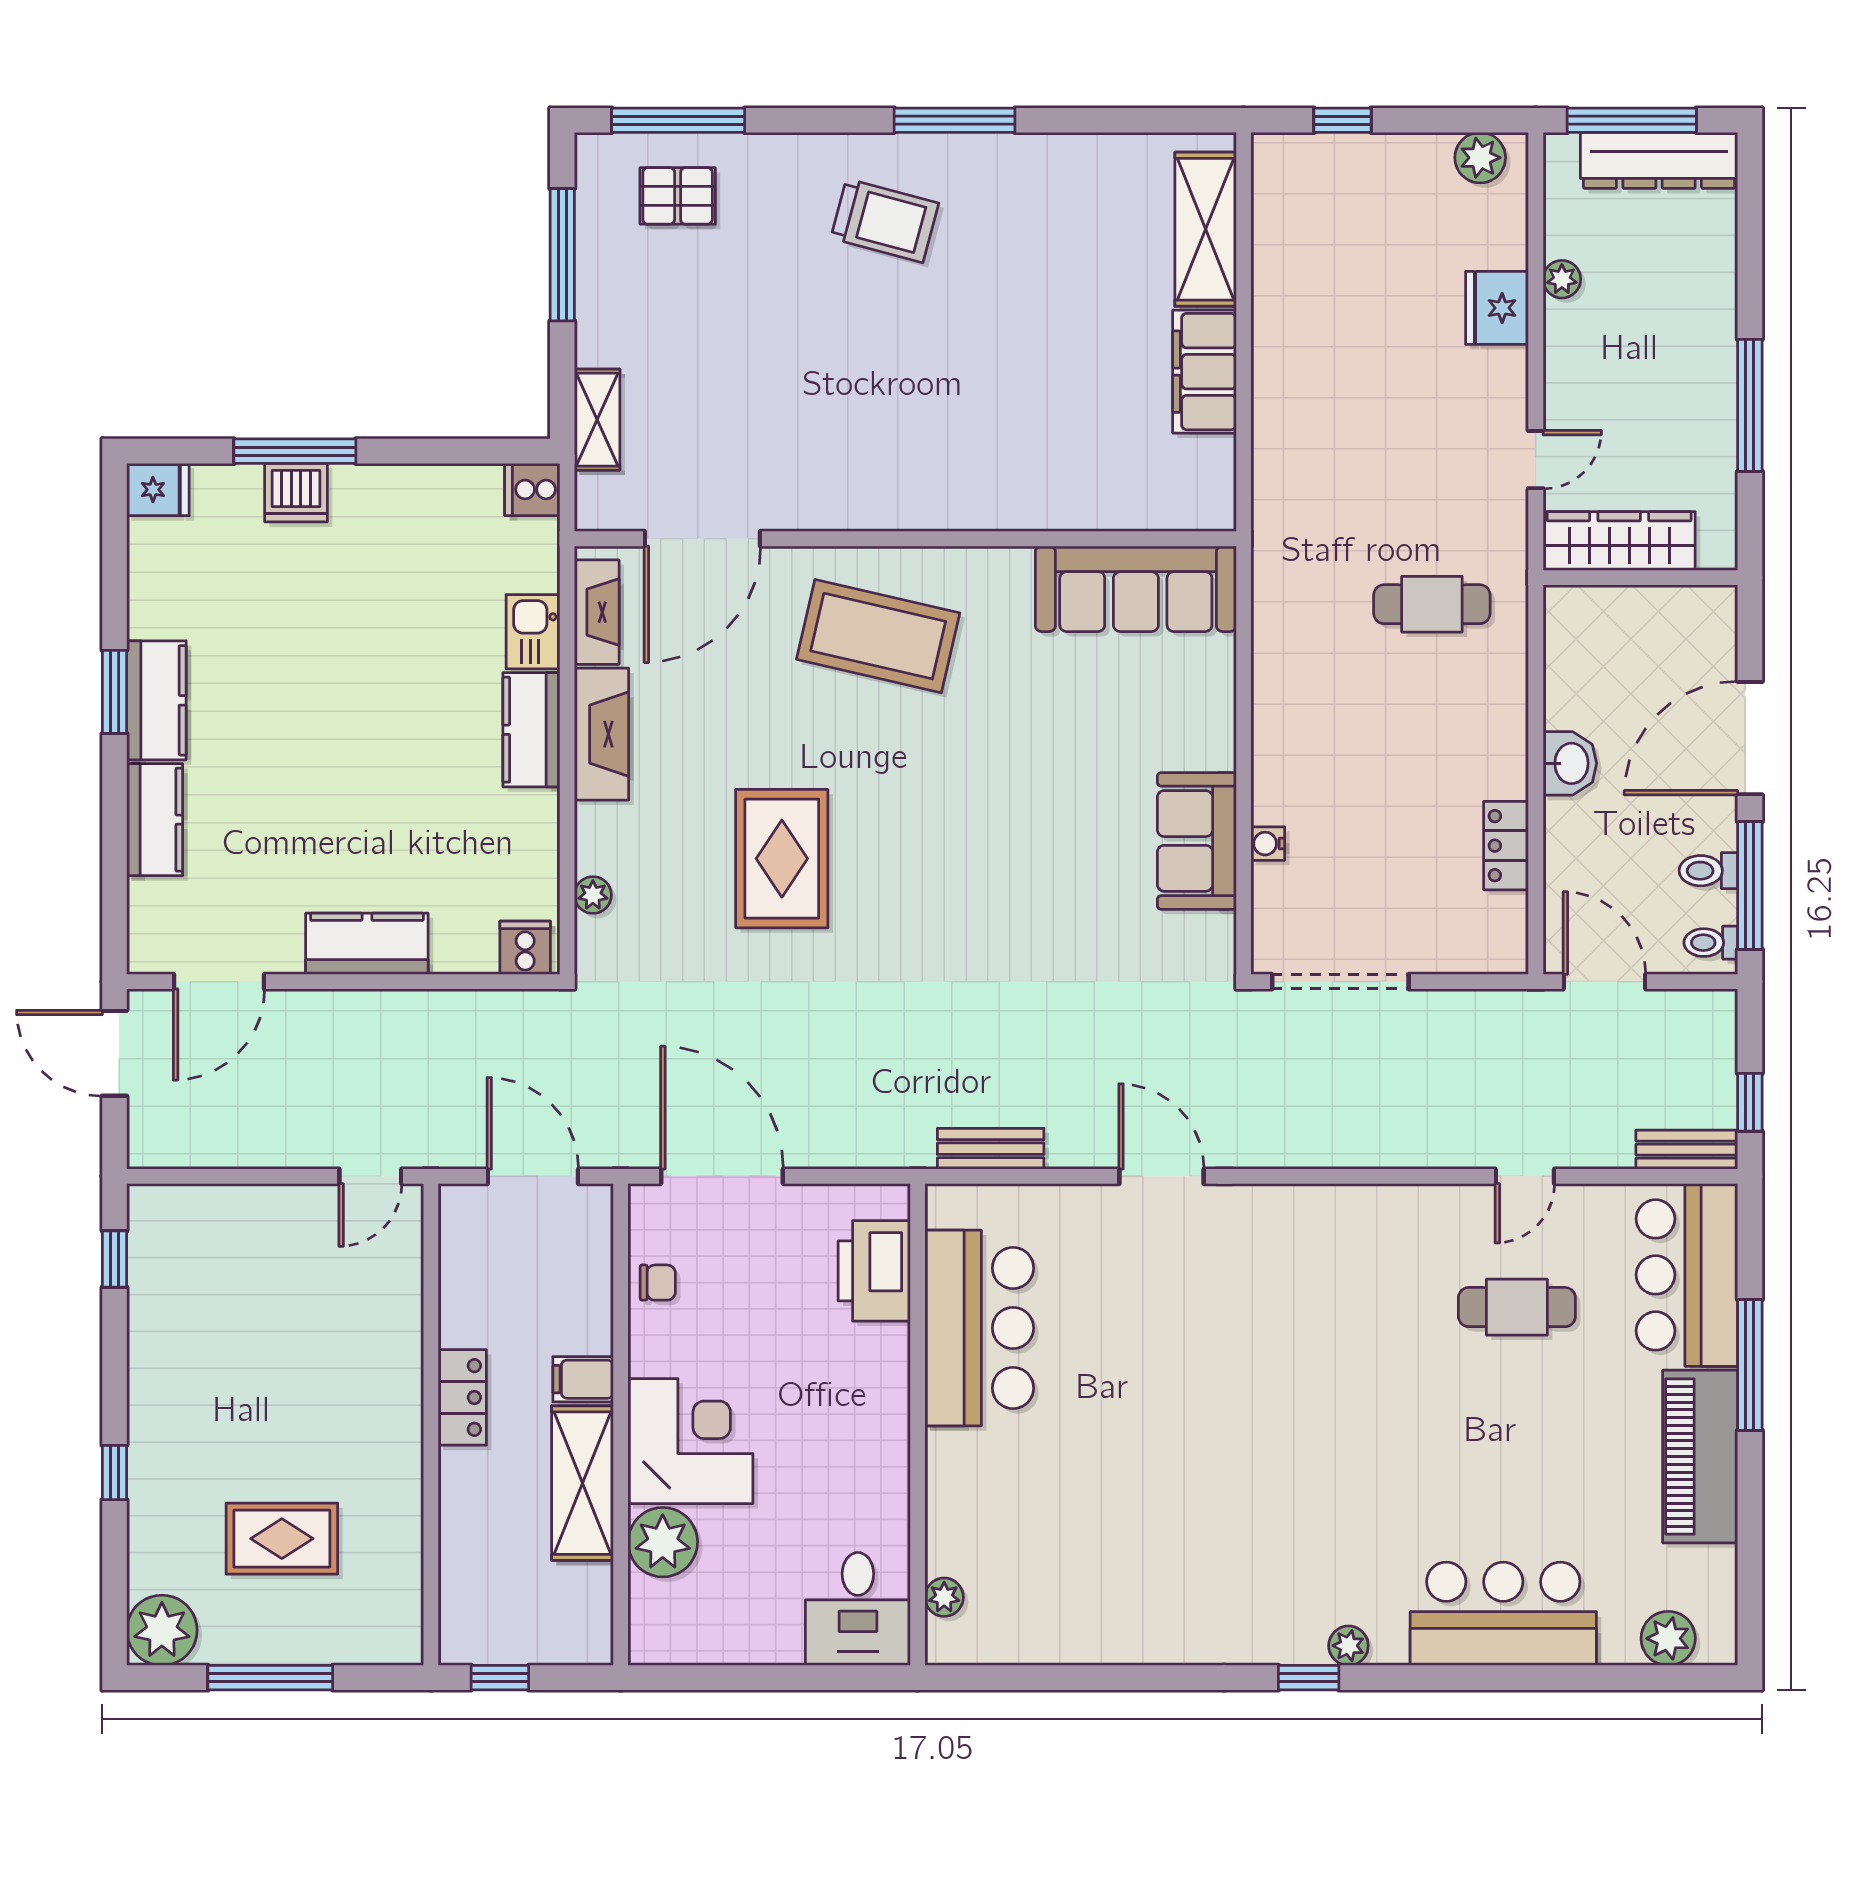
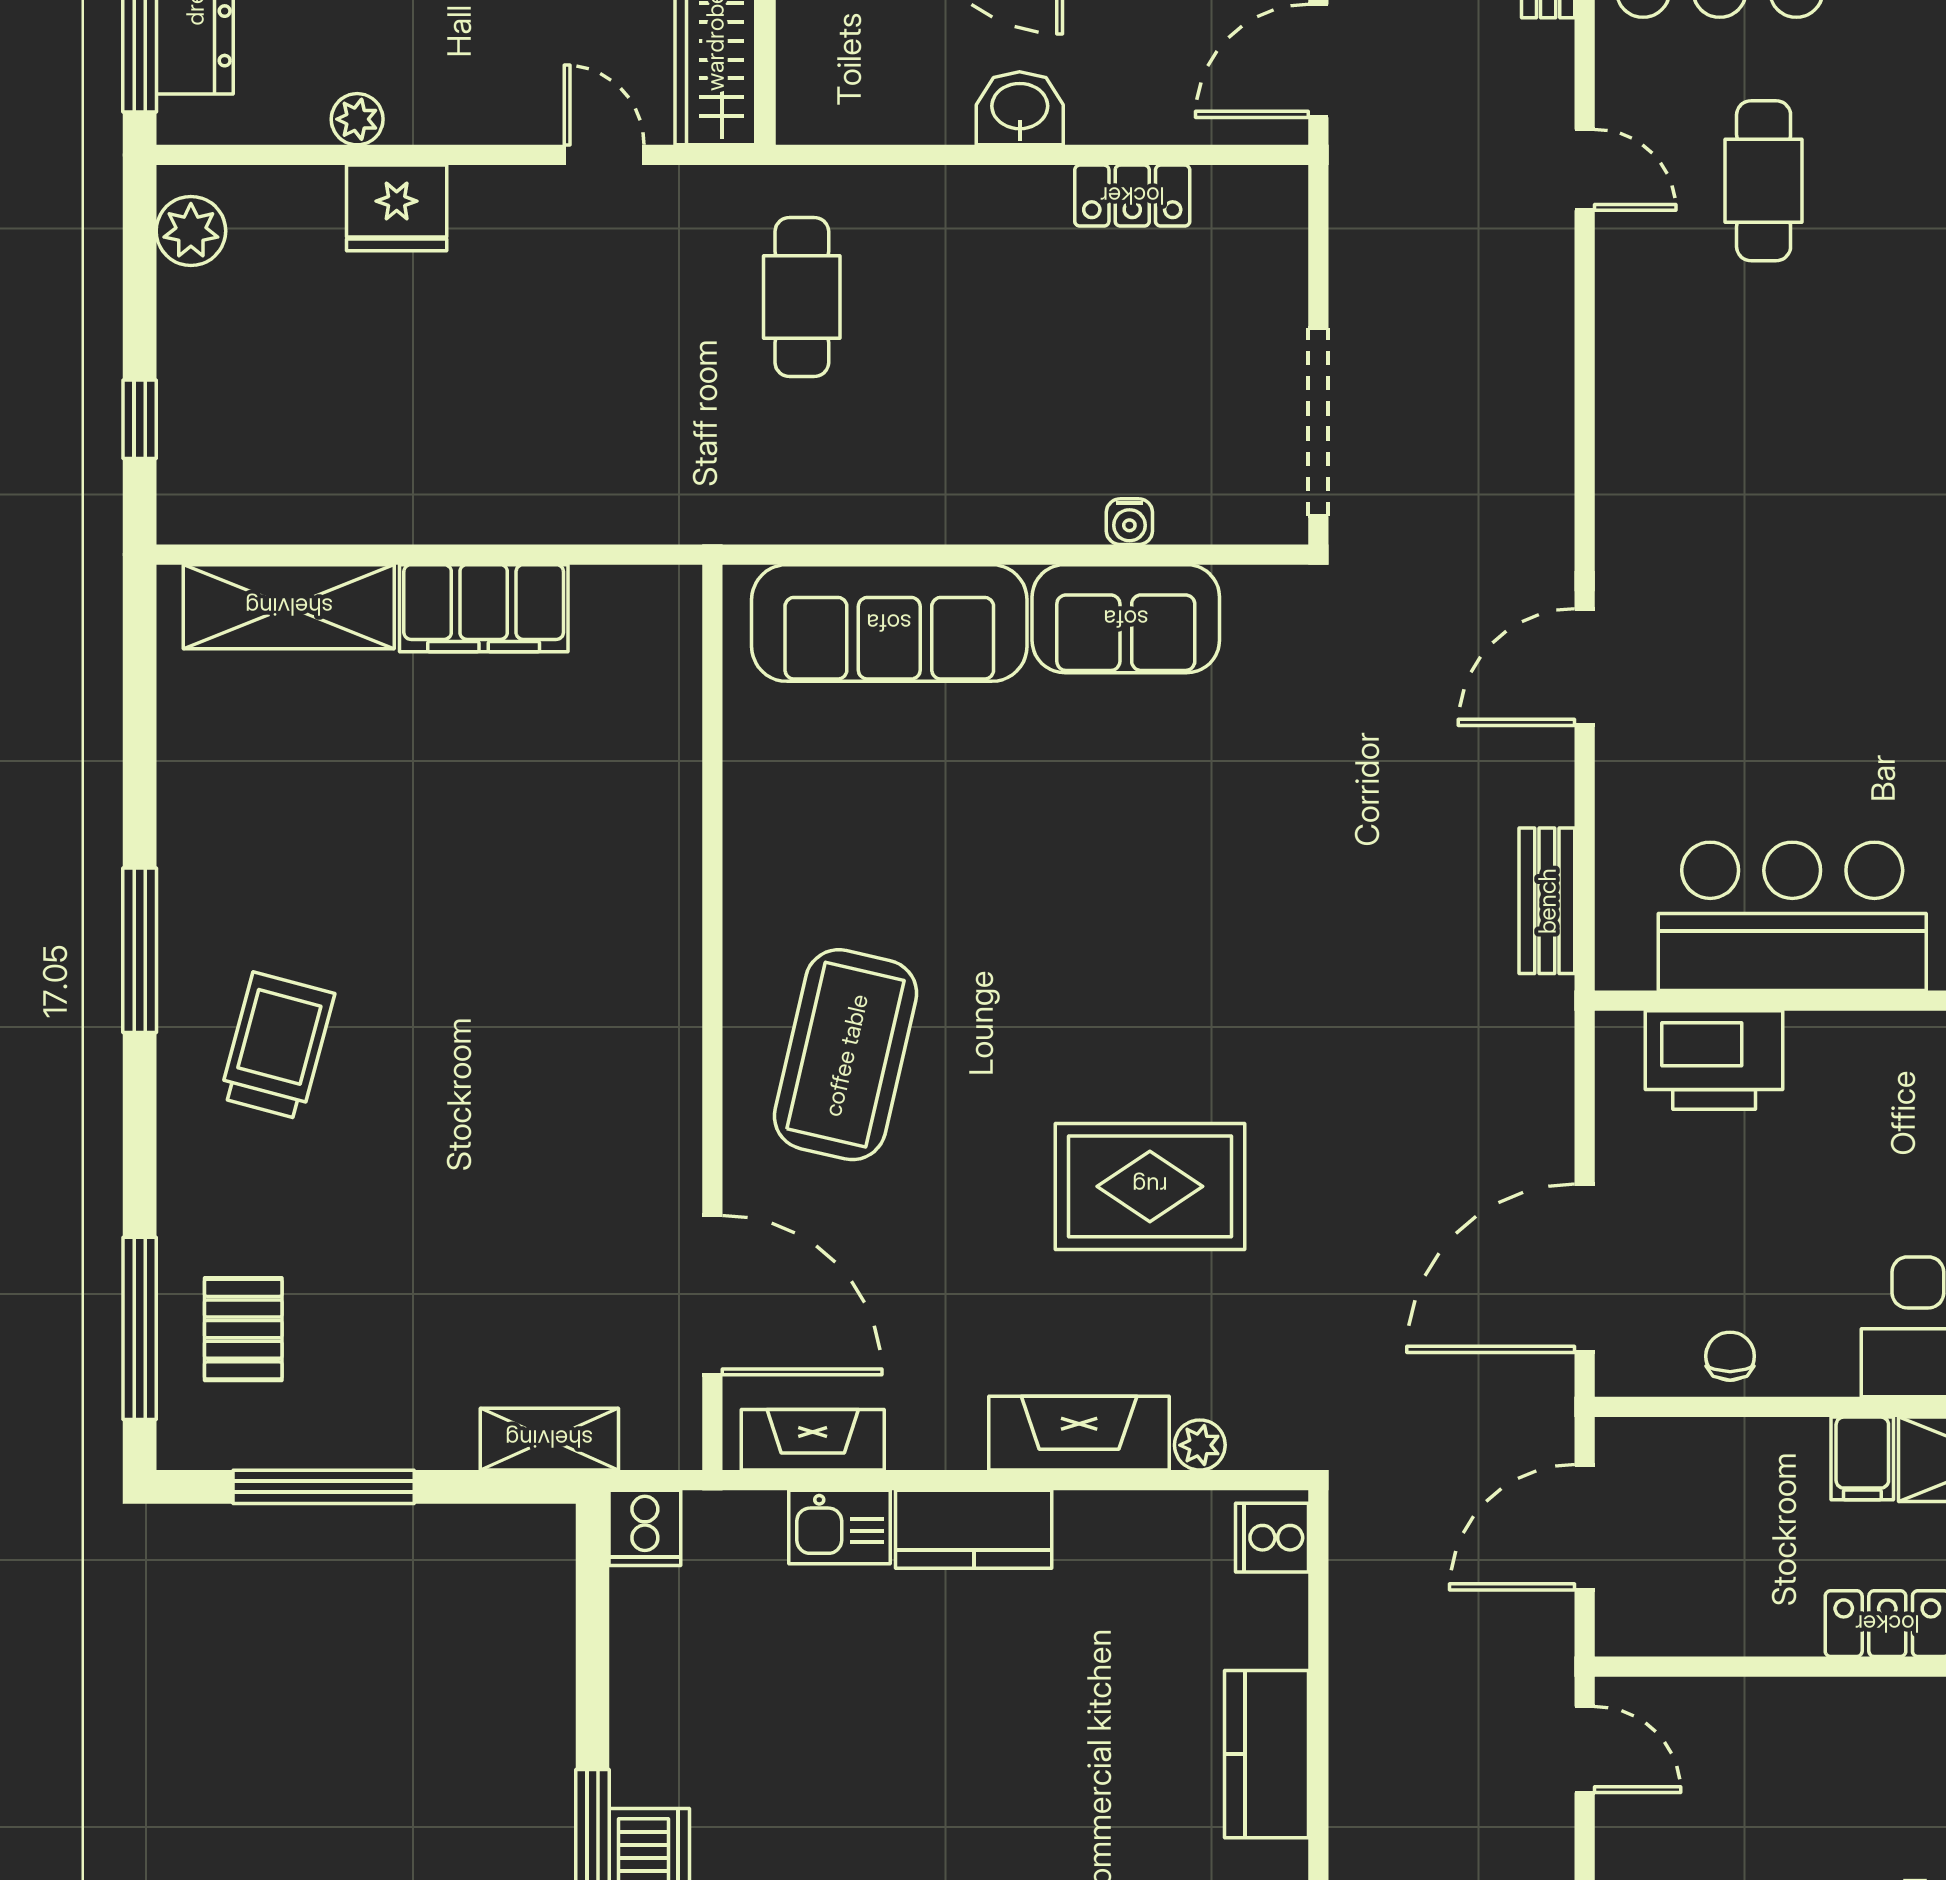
sofa: (1136, 589) -> (889, 623), moved, turned 90
fireplace: (602, 734) -> (1079, 1433), moved

